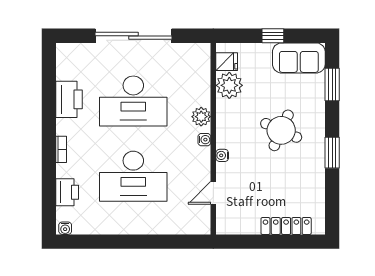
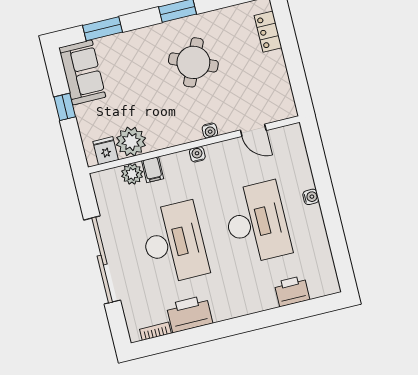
filing cabinet: (201, 98) -> (153, 170), added
plant: (201, 117) -> (132, 174), moved
round table: (281, 130) -> (193, 62), moved
bookcase: (61, 149) -> (155, 331), moved
locker: (286, 226) -> (268, 32), width x0.66
water cooler: (65, 228) -> (311, 197), moved

